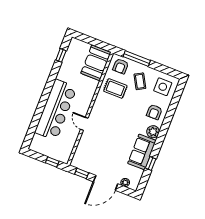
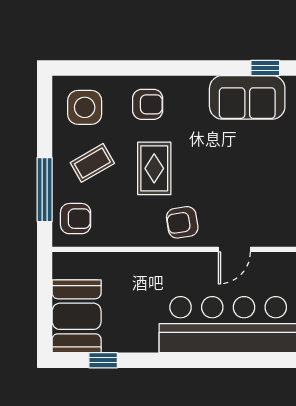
booth: (96, 63) -> (77, 316), moved, turned 90
rug: (115, 88) -> (154, 168), moved
armchair: (103, 107) -> (182, 222), added
plant: (153, 132) -> (193, 90), removed

